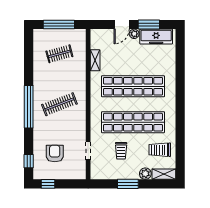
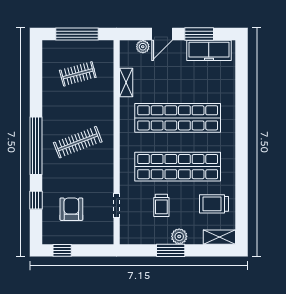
plant: (134, 34) -> (143, 47), moved
window: (29, 161) -> (36, 200), moved
plant: (145, 174) -> (179, 236), moved

